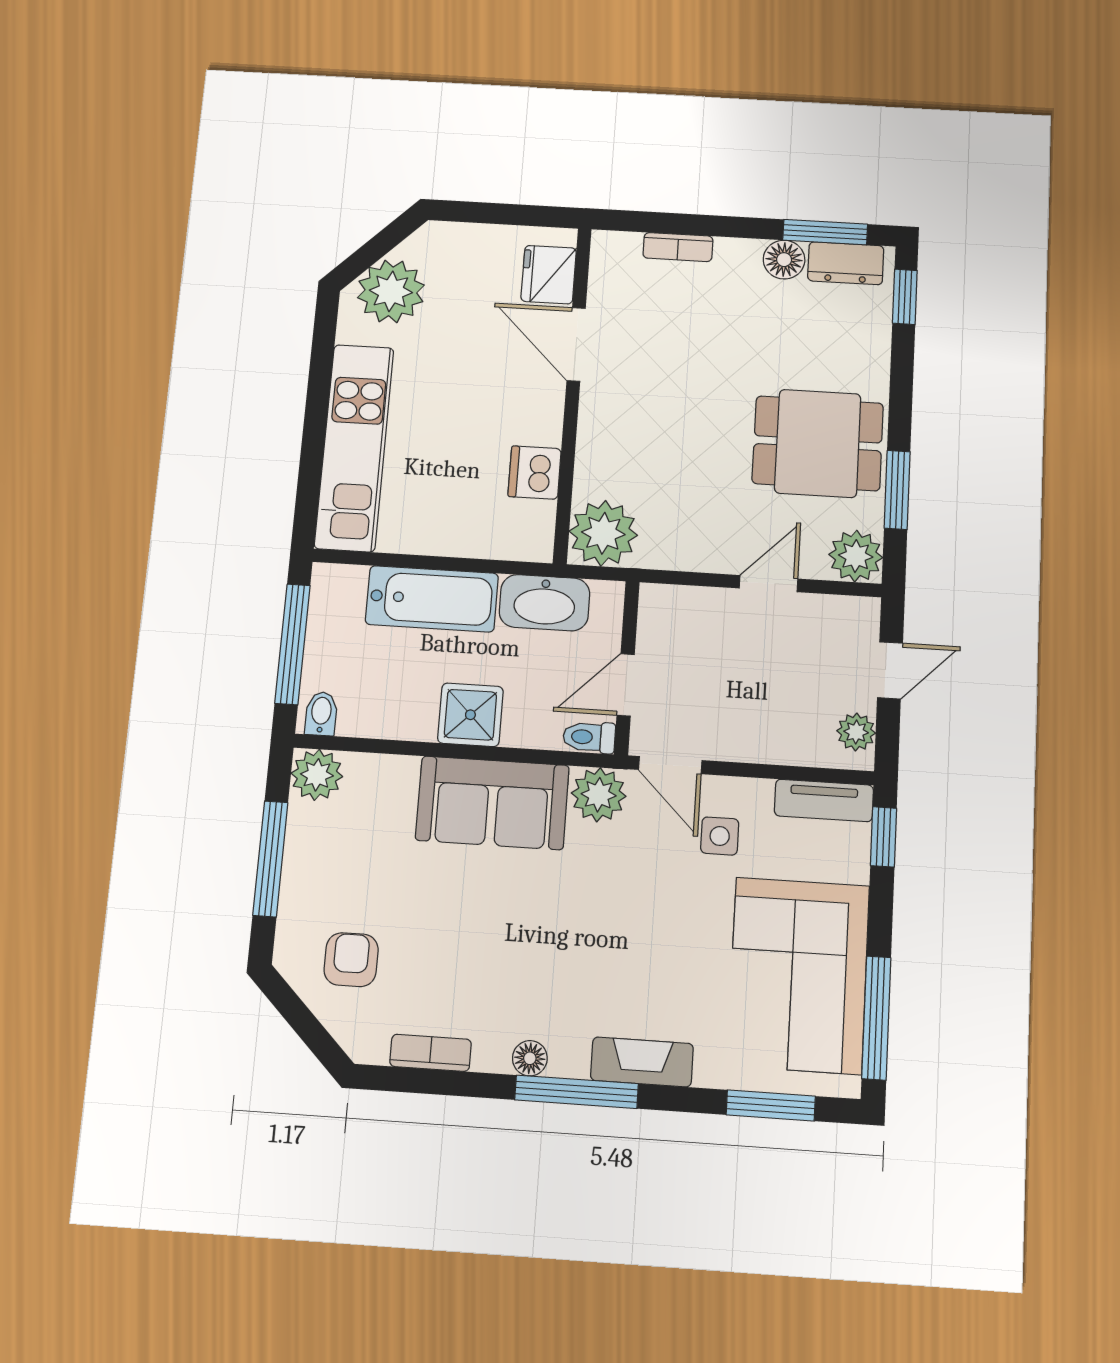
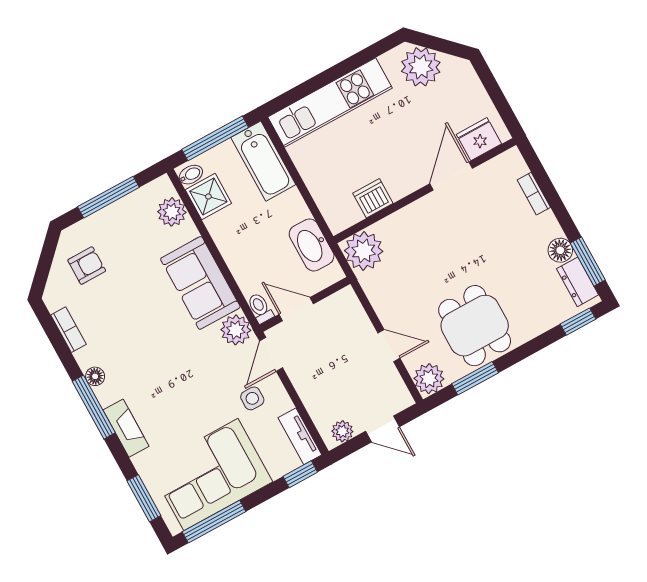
bathtub: (432, 599) -> (263, 161), moved
shower: (470, 715) -> (208, 196), moved
plant: (317, 775) -> (172, 212), moved

